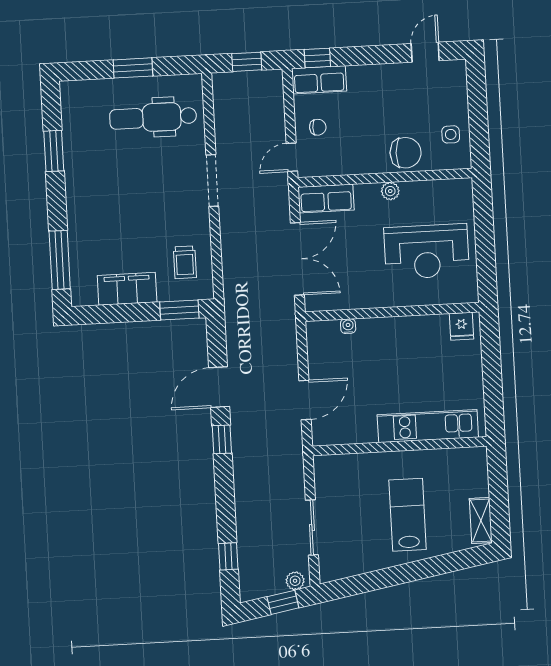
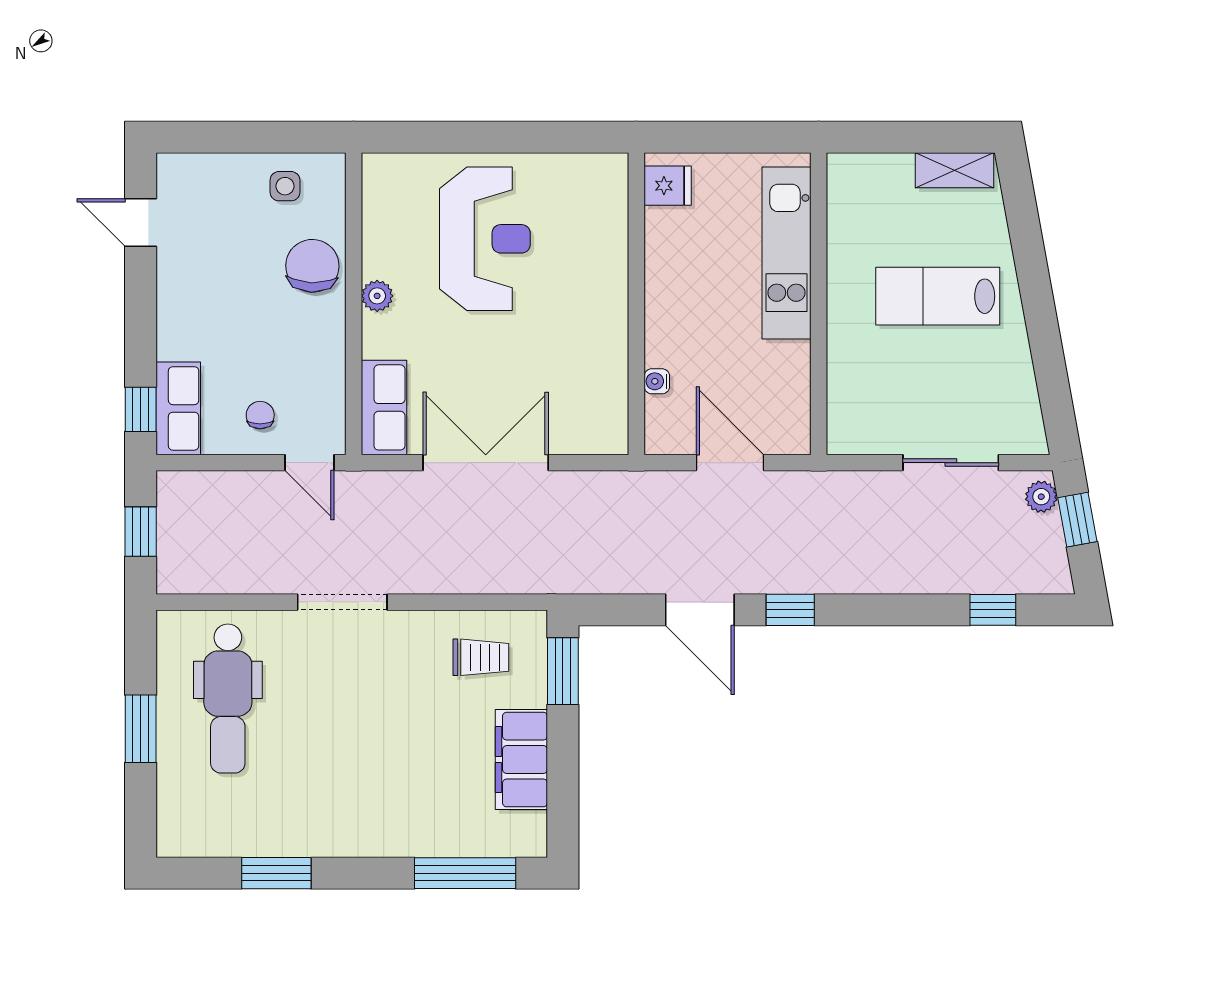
wall: (392, 312) -> (636, 304), moved
water cooler: (348, 326) -> (657, 381), moved
fridge: (461, 326) -> (668, 186), moved

